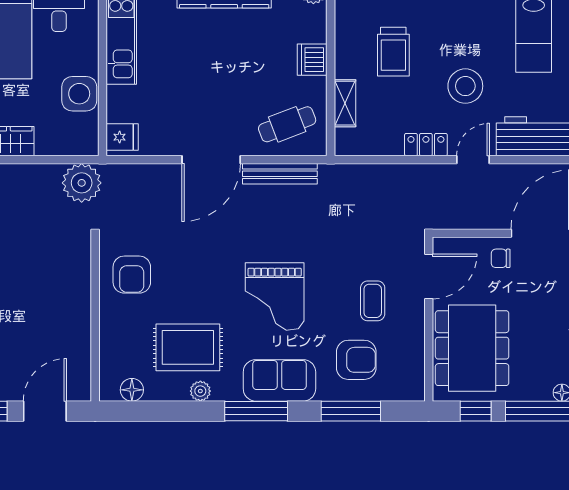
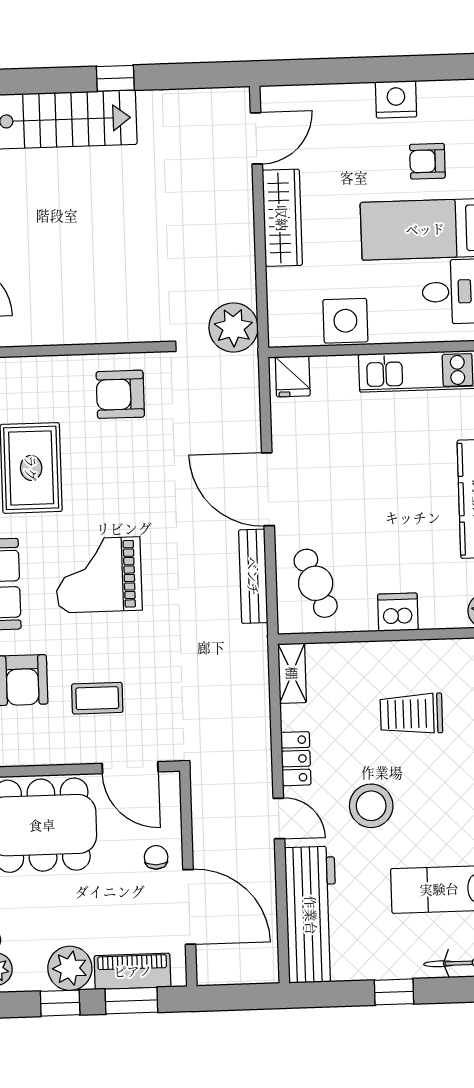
shelving: (345, 103) -> (292, 673), moved, turned 90

